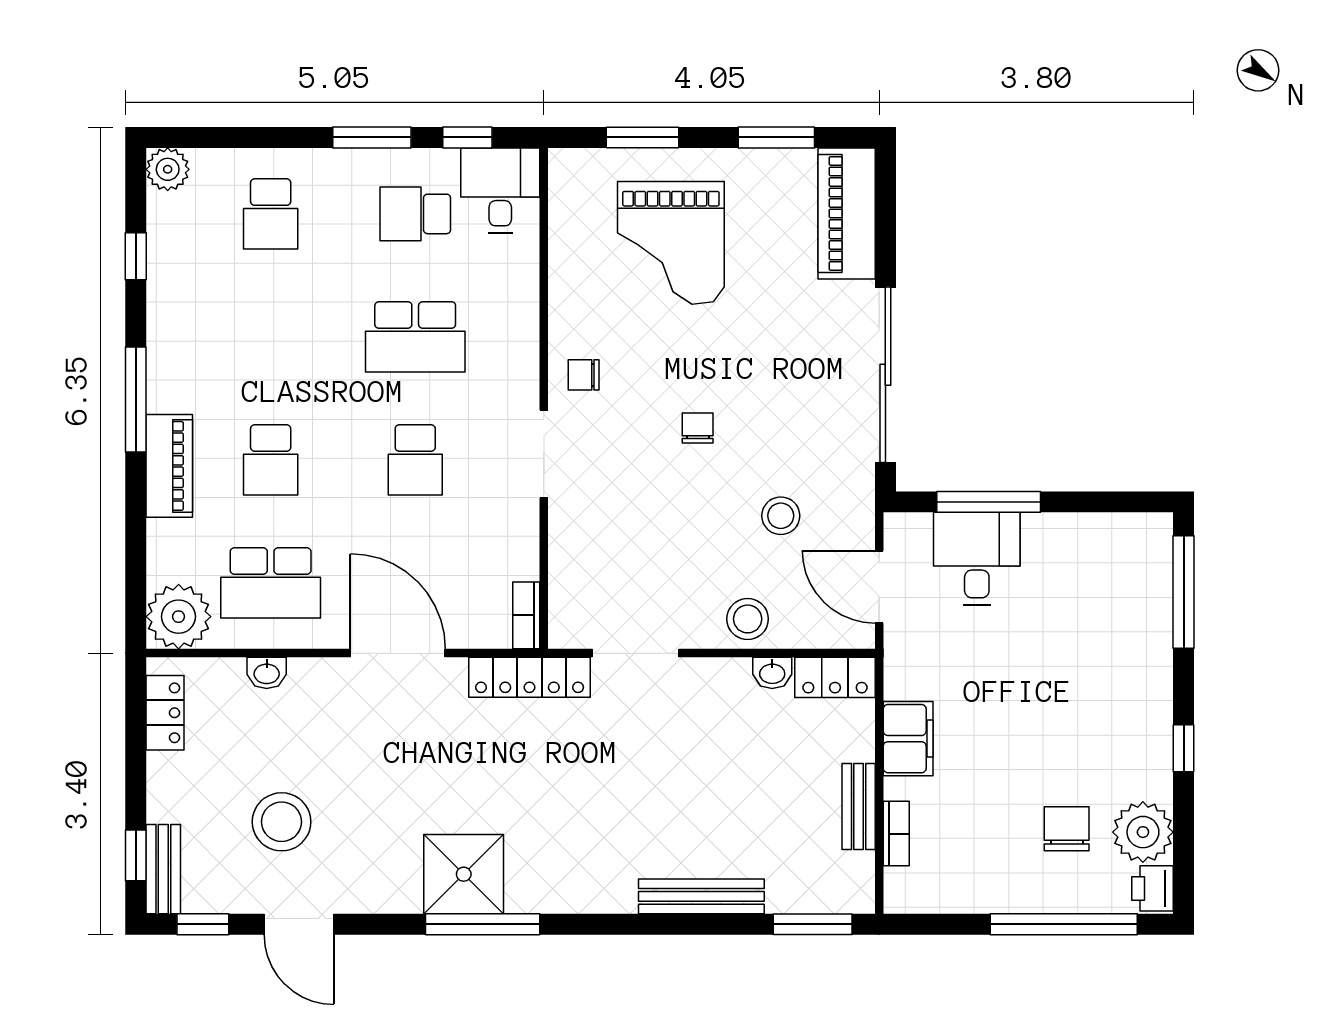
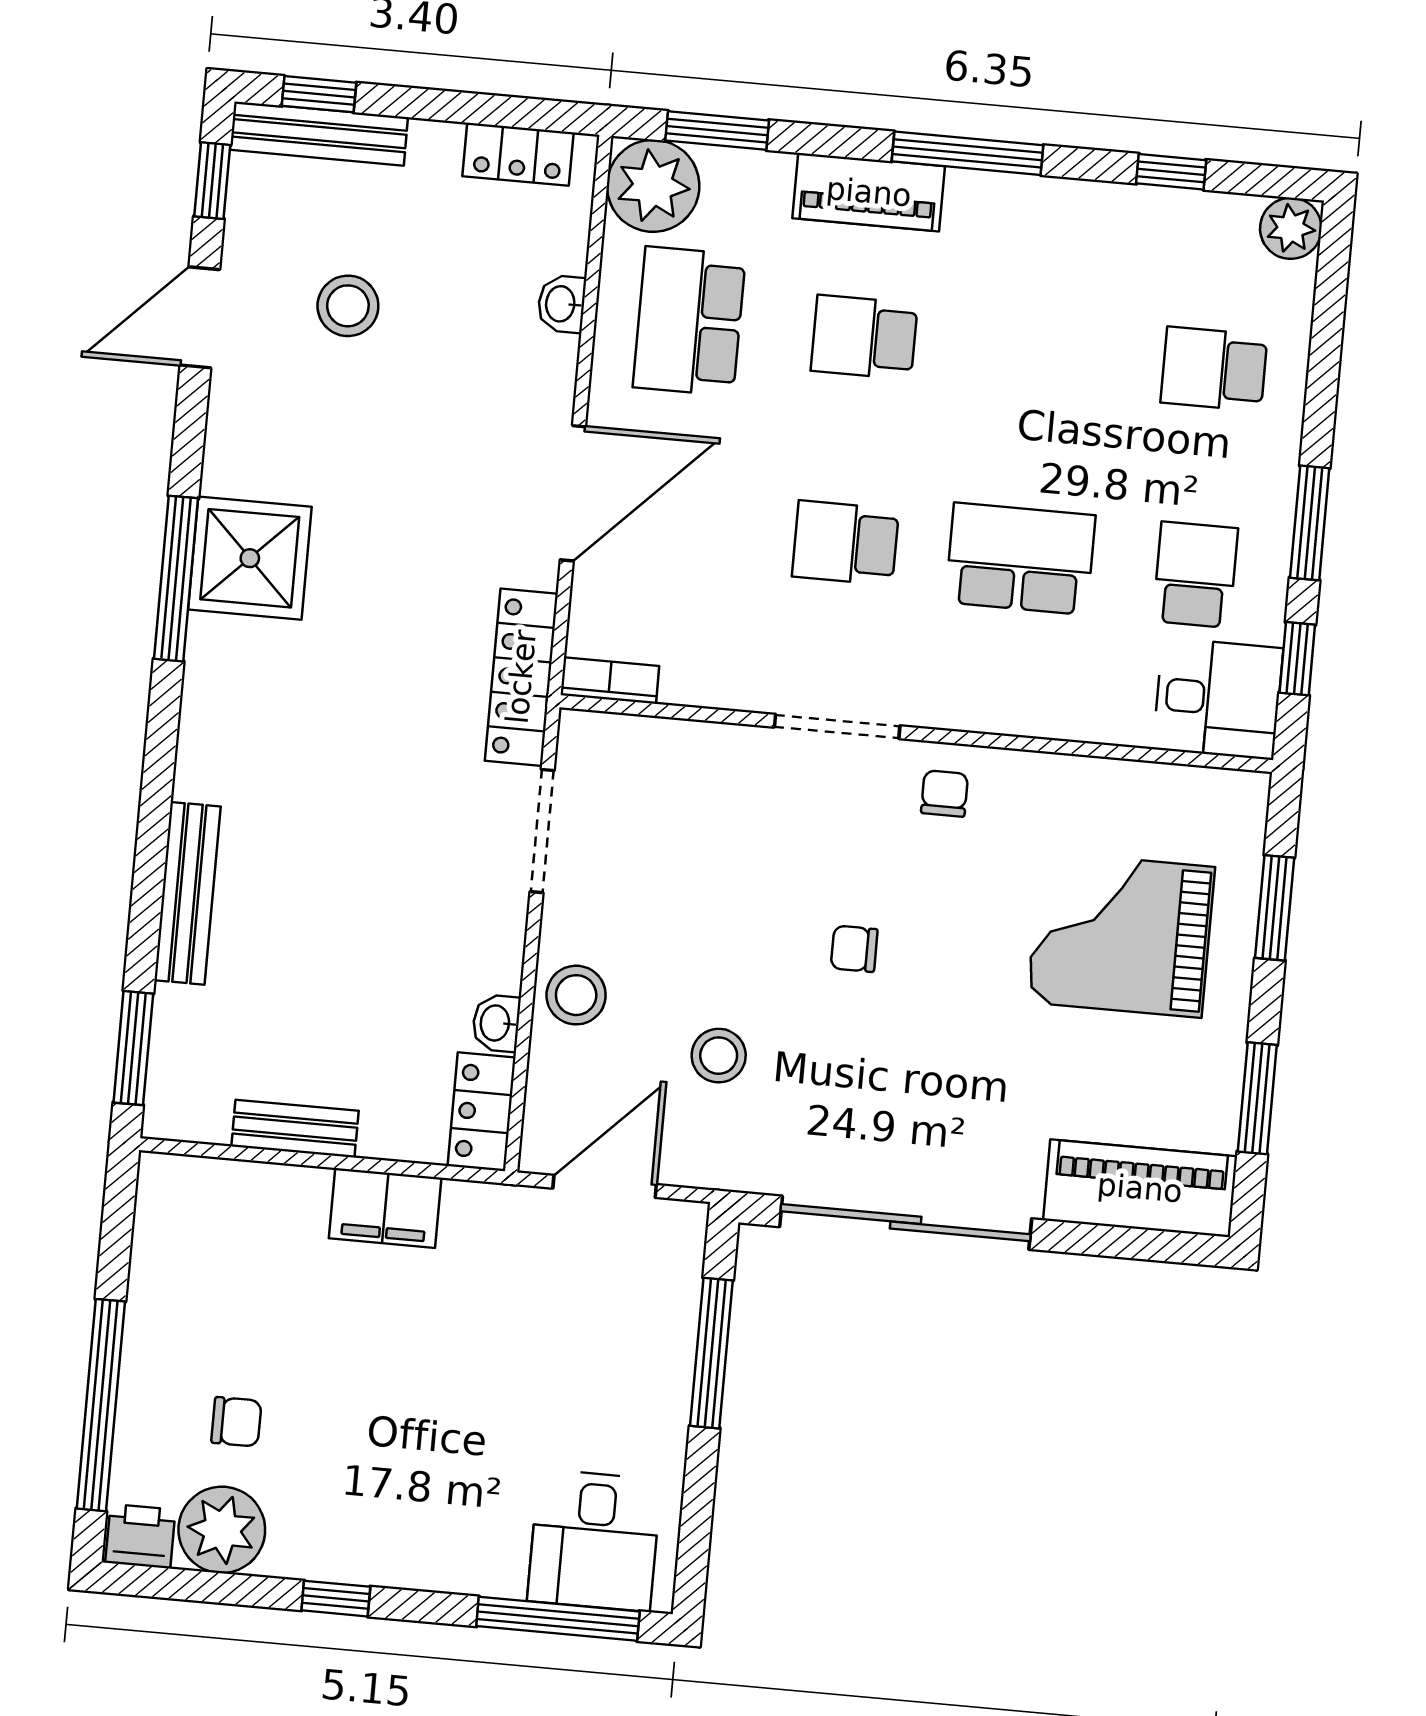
school desk: (415, 337) -> (1020, 559), turned 90
chair: (698, 428) -> (854, 949), turned 180
desk: (977, 559) -> (594, 1540), moved, turned 90
window: (136, 576) -> (717, 130), added
stool: (282, 822) -> (348, 306), width x0.73, depth x0.73
chair: (1067, 829) -> (236, 1422), width x0.73, depth x0.73
bookcase: (896, 834) -> (252, 1179), removed
bench: (163, 869) -> (319, 134), width x1.36

